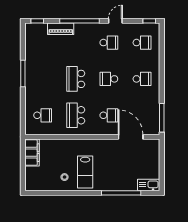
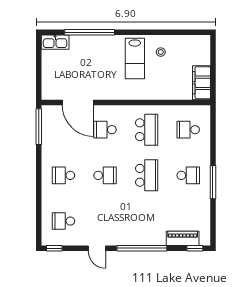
door: (115, 21) -> (97, 248), hinge flipped
piano: (61, 29) -> (183, 238), moved
school desk: (109, 43) -> (188, 175), moved, turned 180
lab bench: (85, 172) -> (135, 58), turned 180

